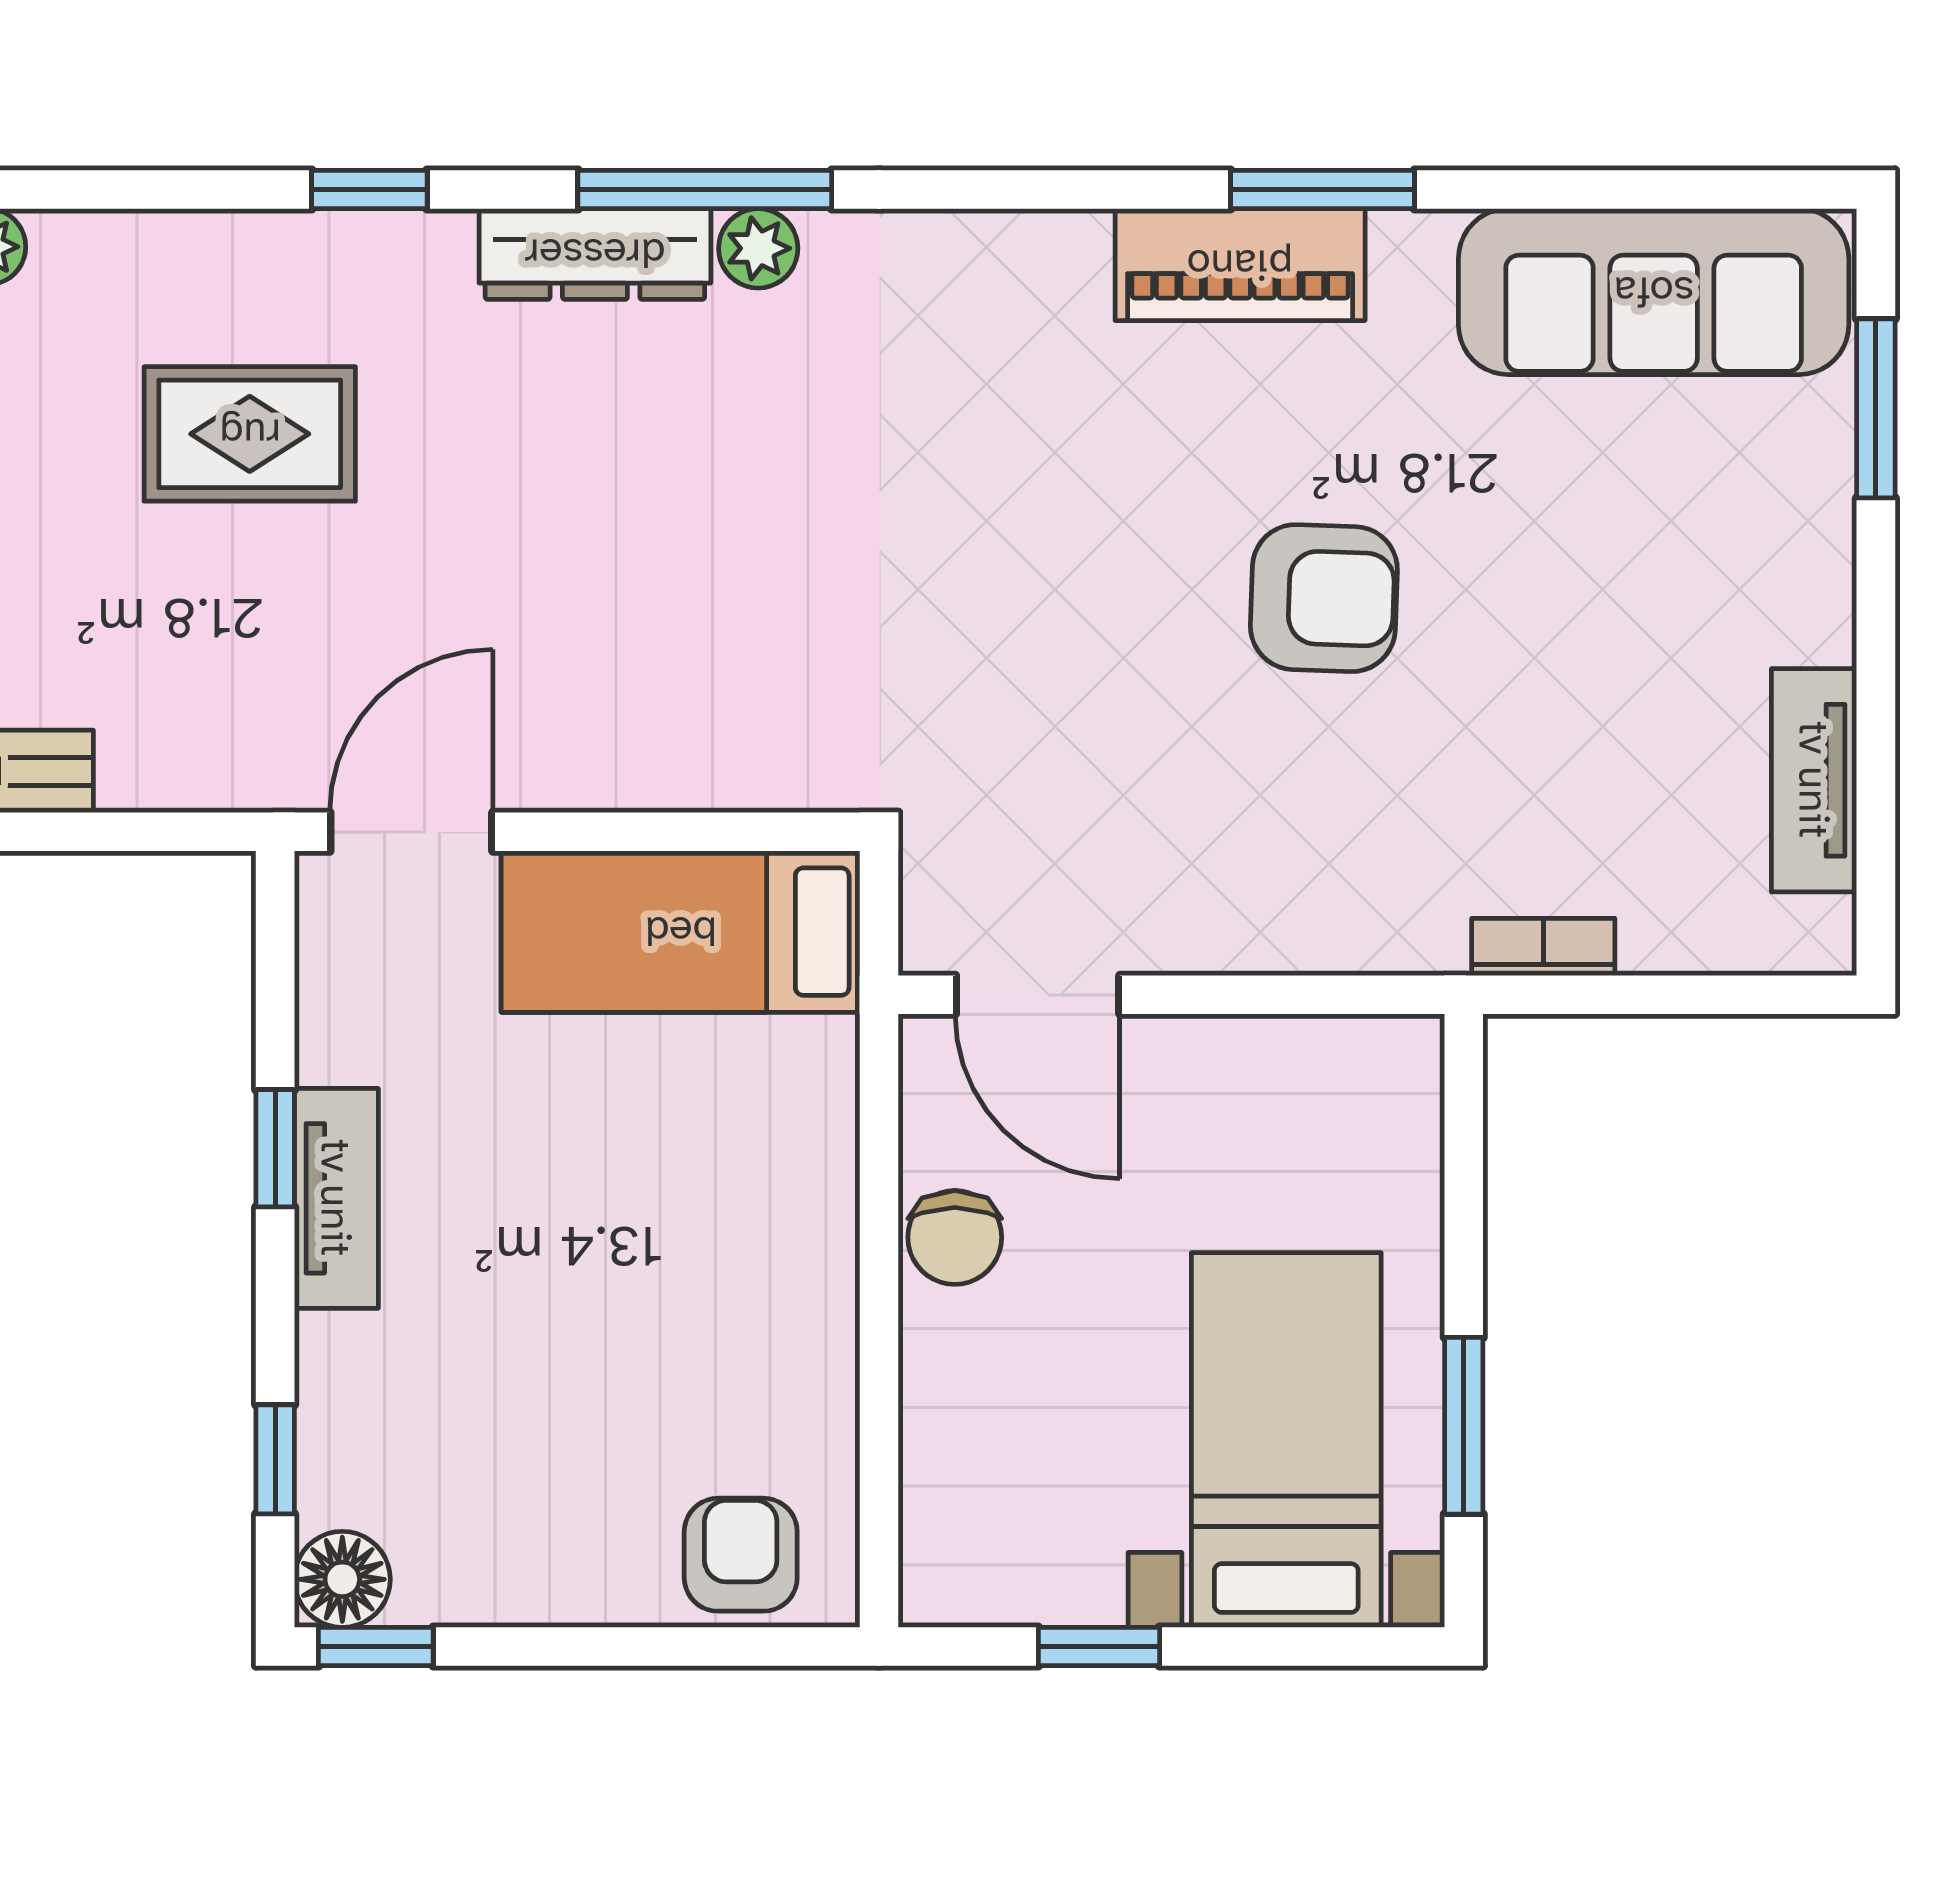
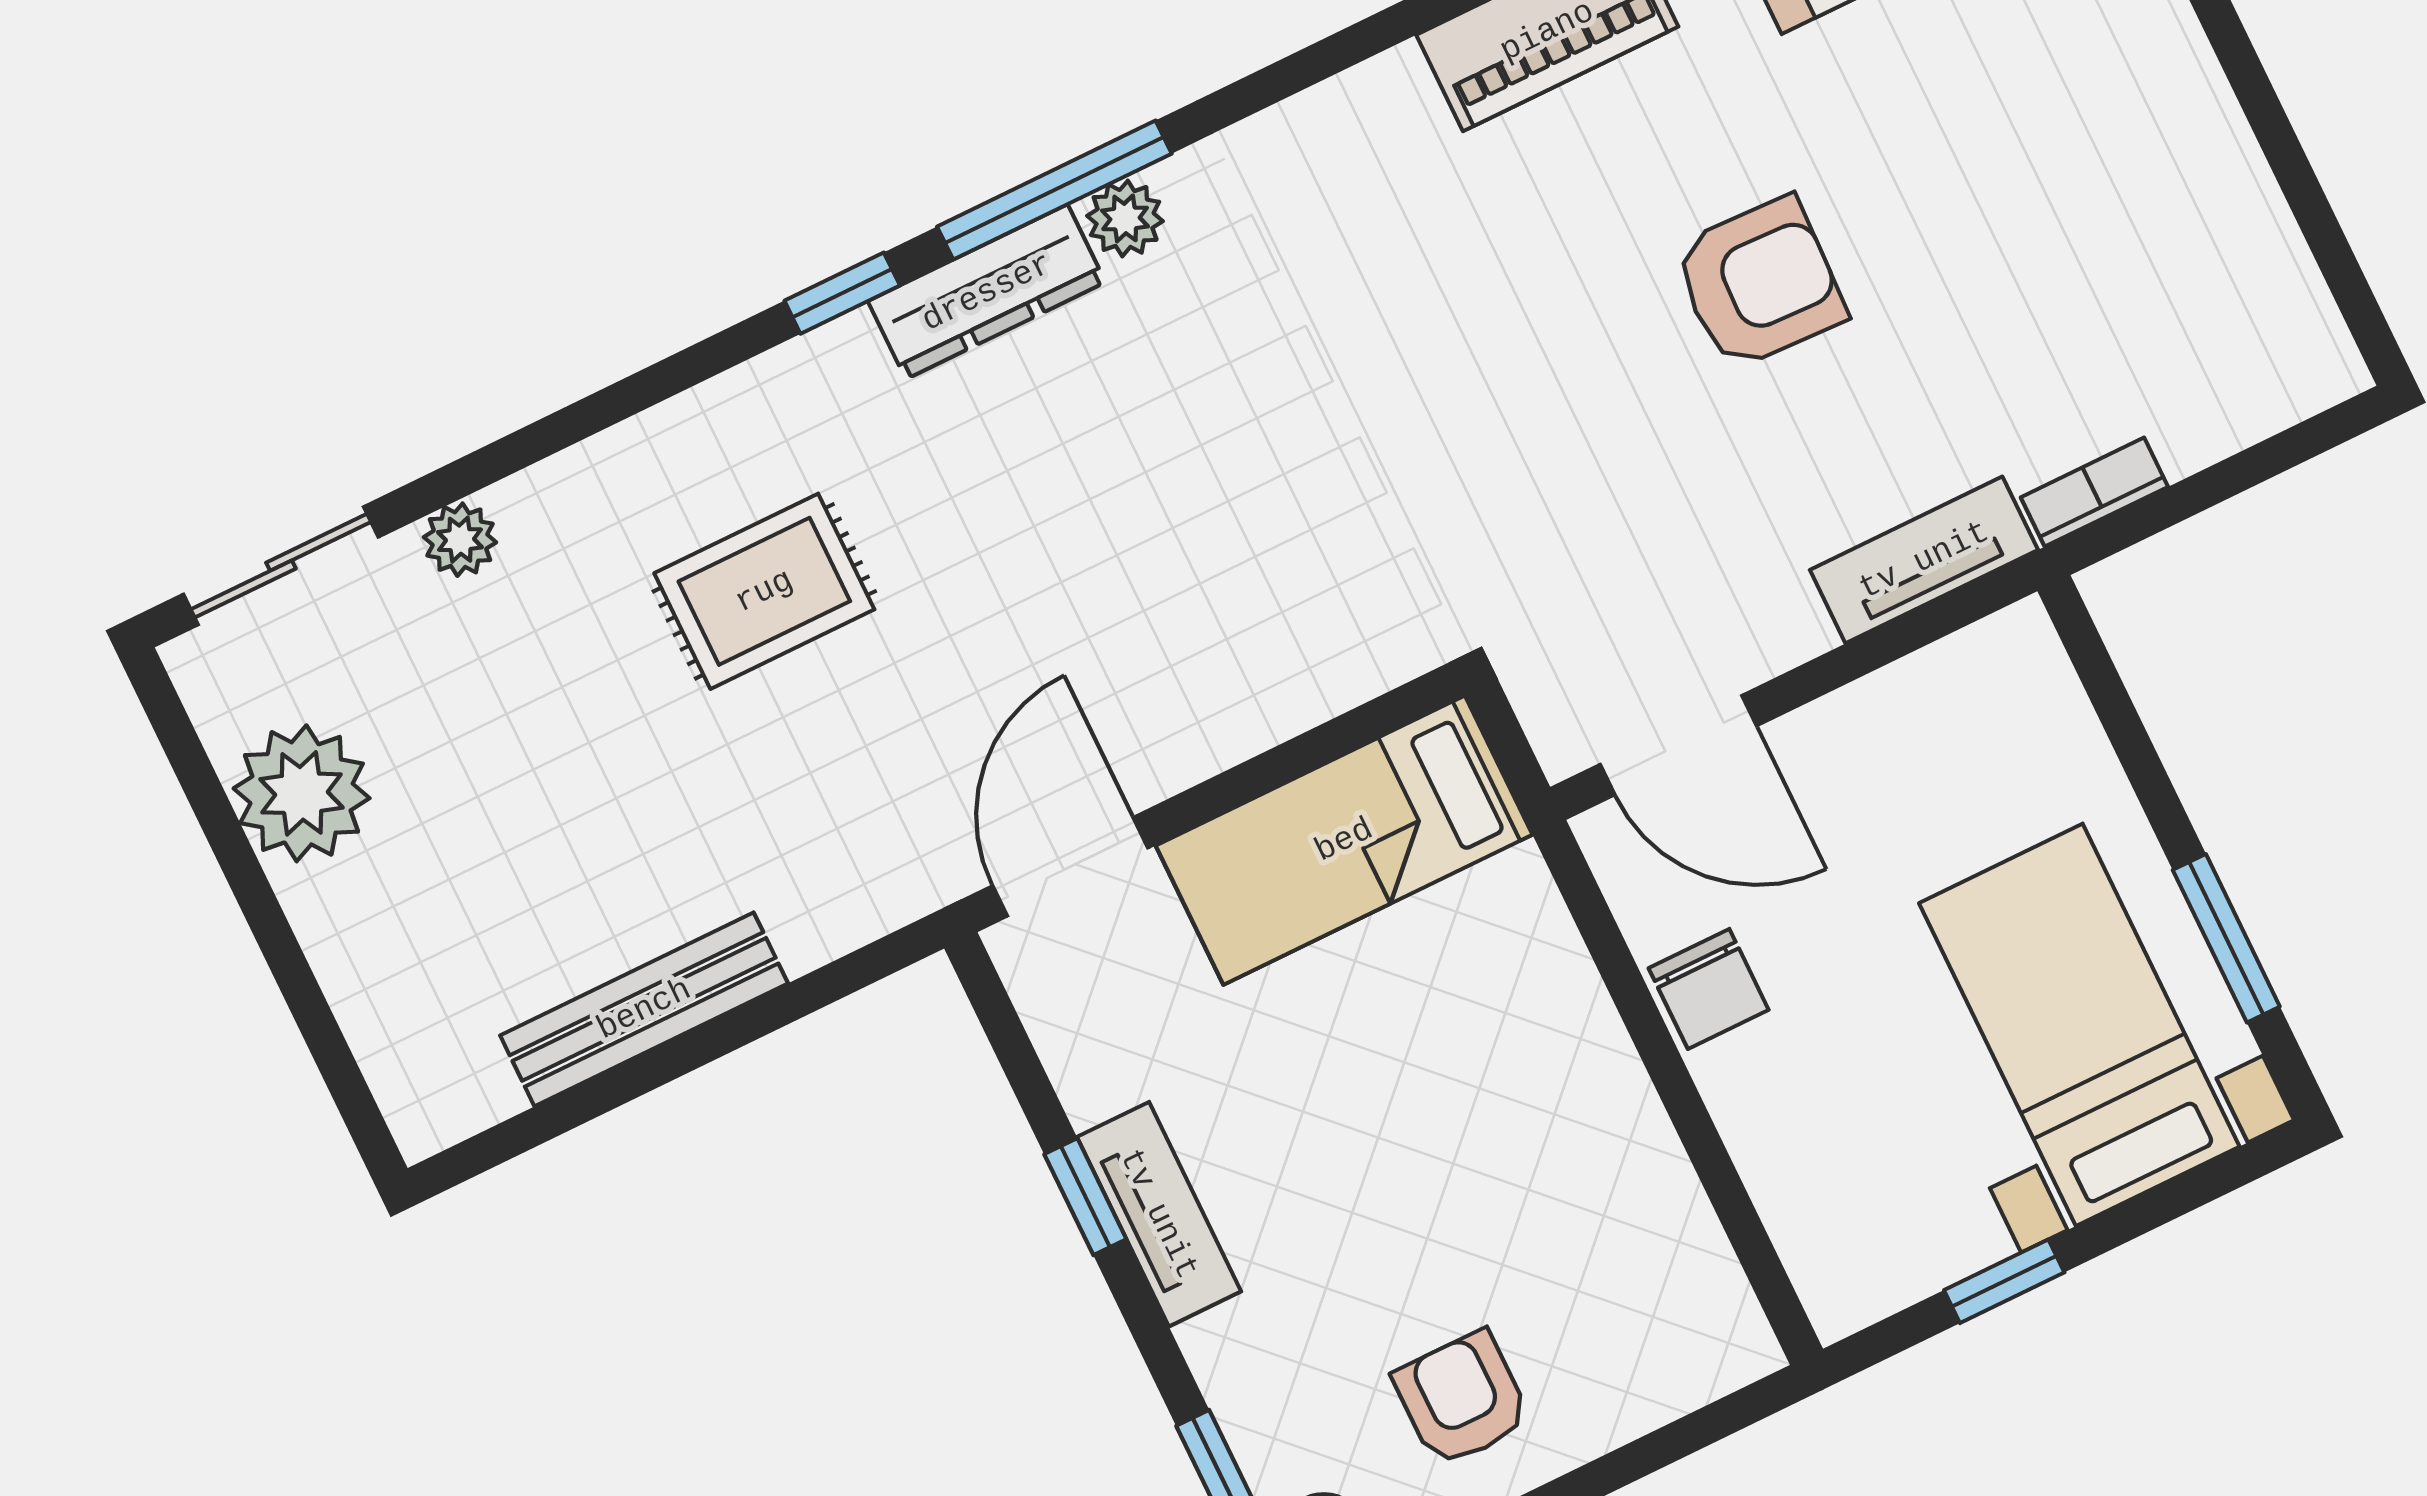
window: (369, 190) -> (842, 293), moved
tv unit: (1814, 780) -> (1924, 560), moved, turned 90
armchair: (741, 1555) -> (1462, 1399), moved

